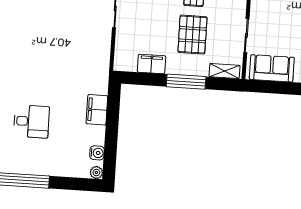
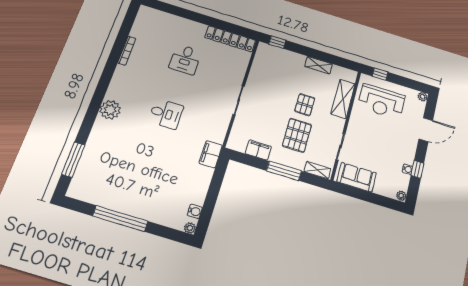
filing cabinet: (97, 110) -> (211, 154), moved
desk: (31, 121) -> (166, 114), moved

